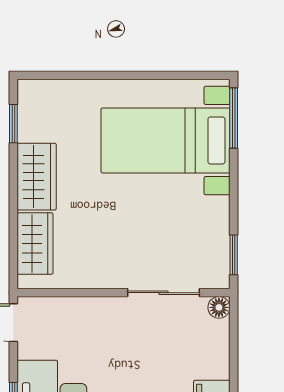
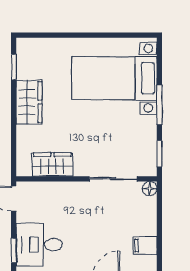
window: (234, 118) -> (159, 105), moved
wardrobe: (35, 244) -> (52, 164), moved, turned -90

